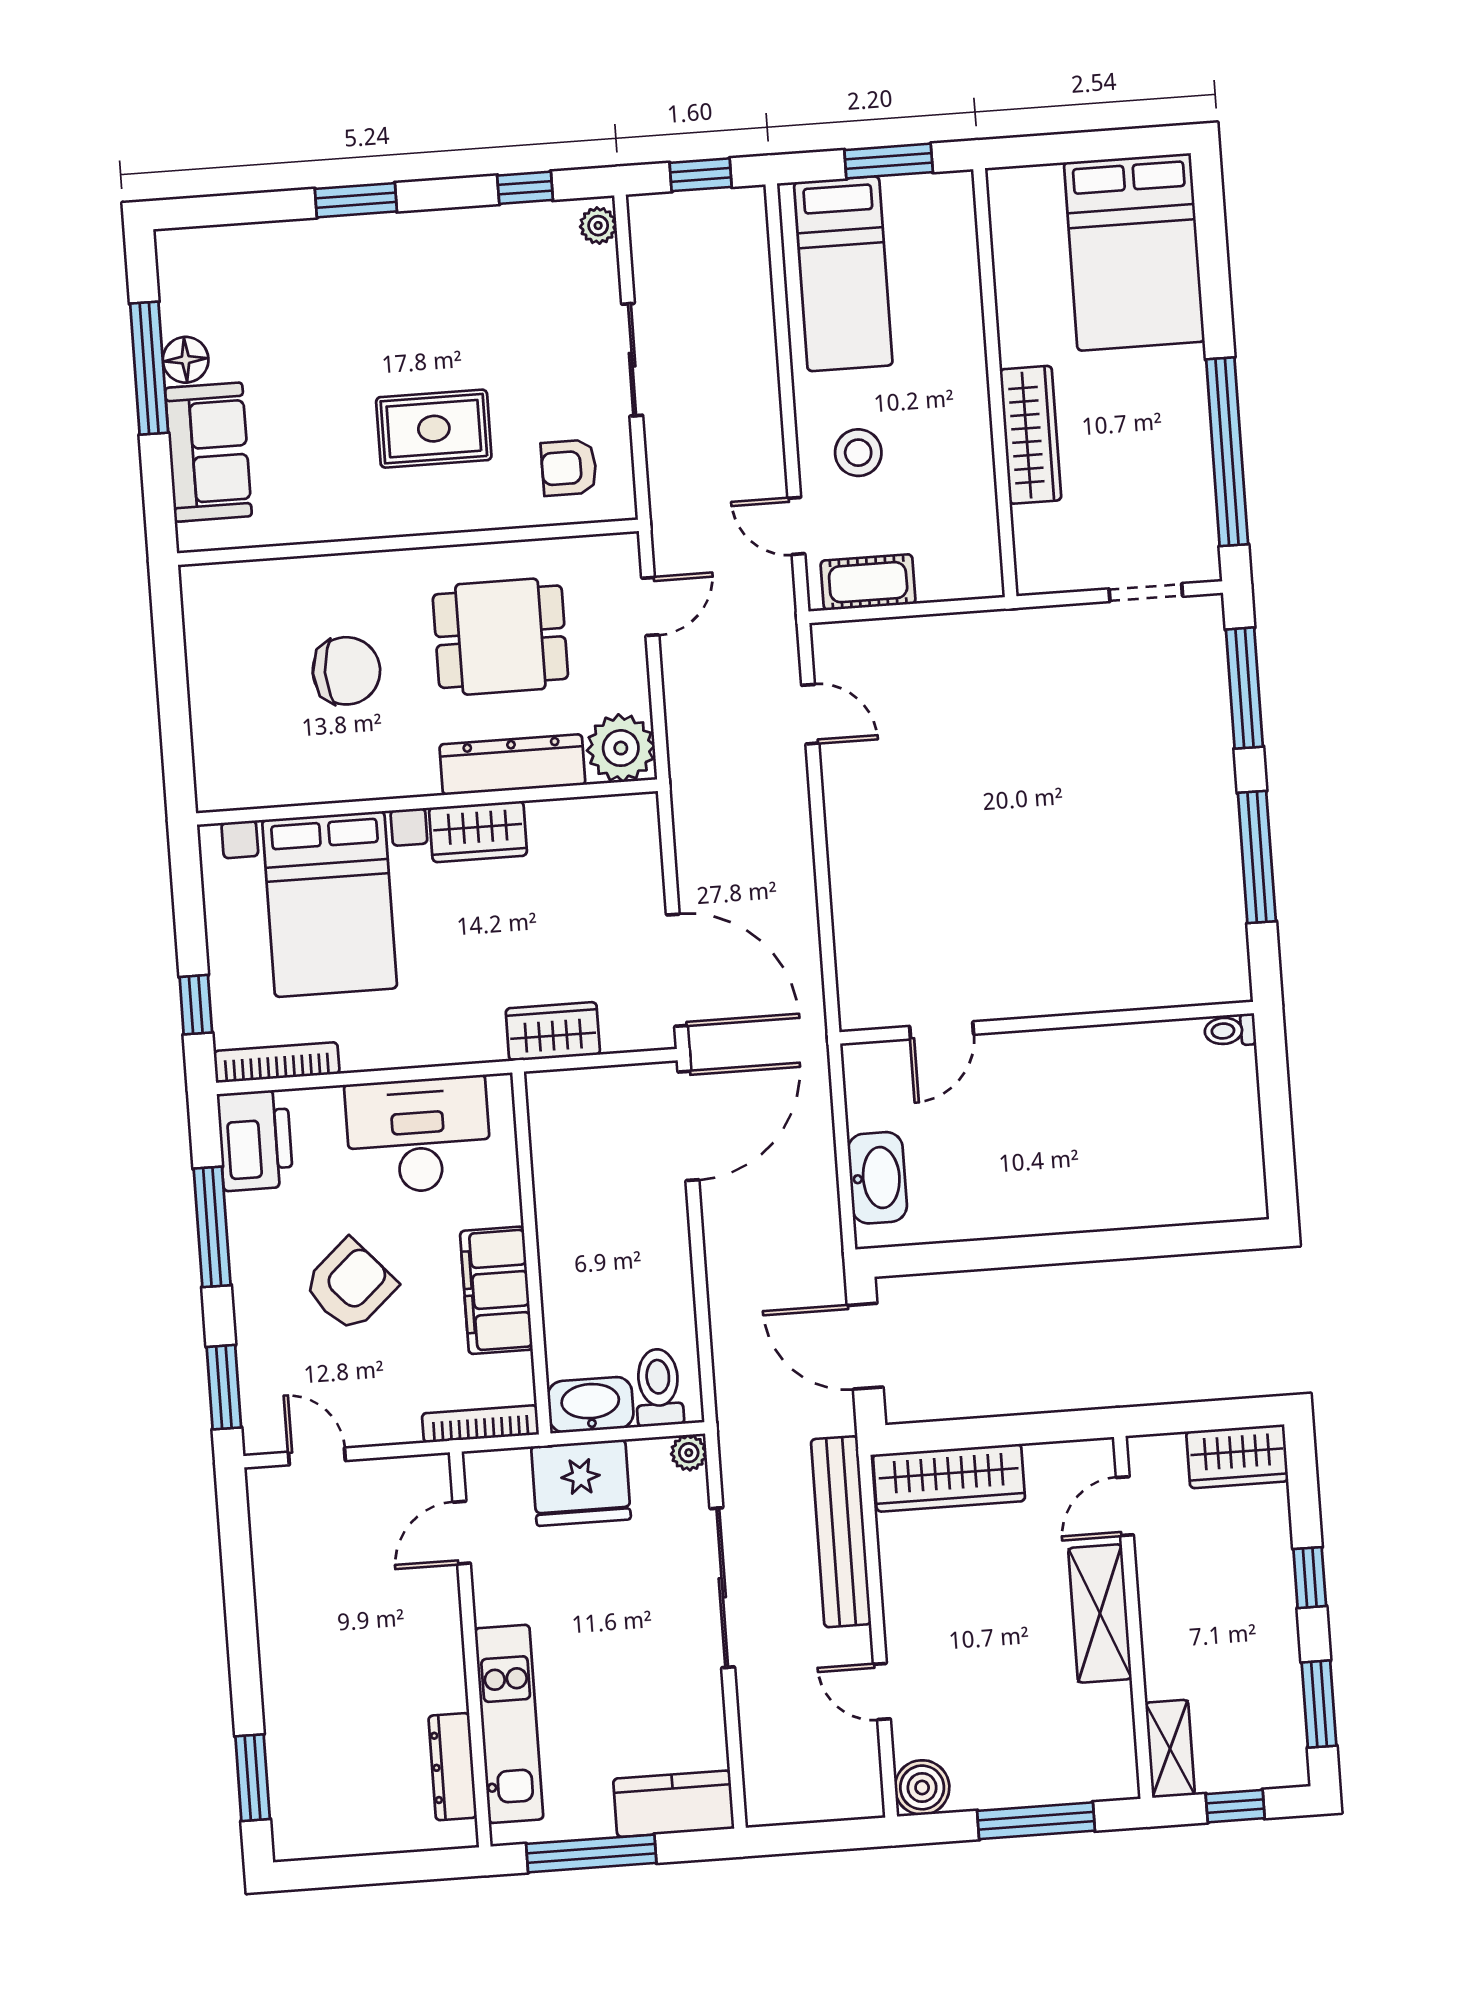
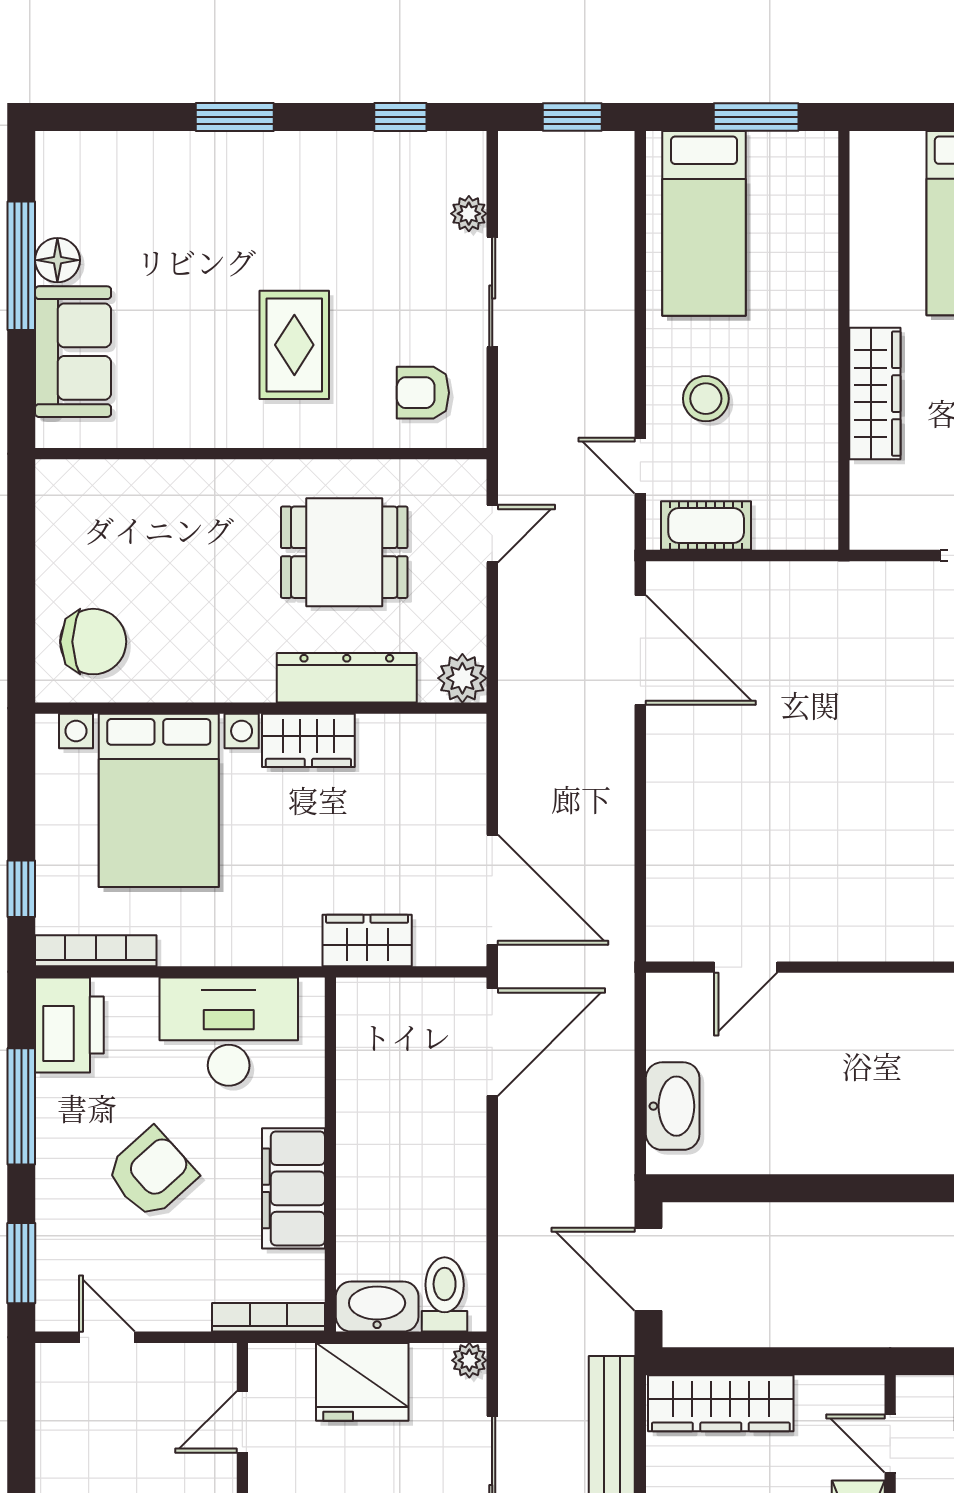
plant: (598, 226) -> (469, 214), moved
rug: (434, 429) -> (294, 345), turned 90
chair: (346, 671) -> (93, 642), moved
door: (810, 714) -> (640, 650), width x1.88
plant: (621, 748) -> (462, 678), width x0.73, depth x0.73
door: (1125, 1506) -> (890, 1444), hinge flipped

